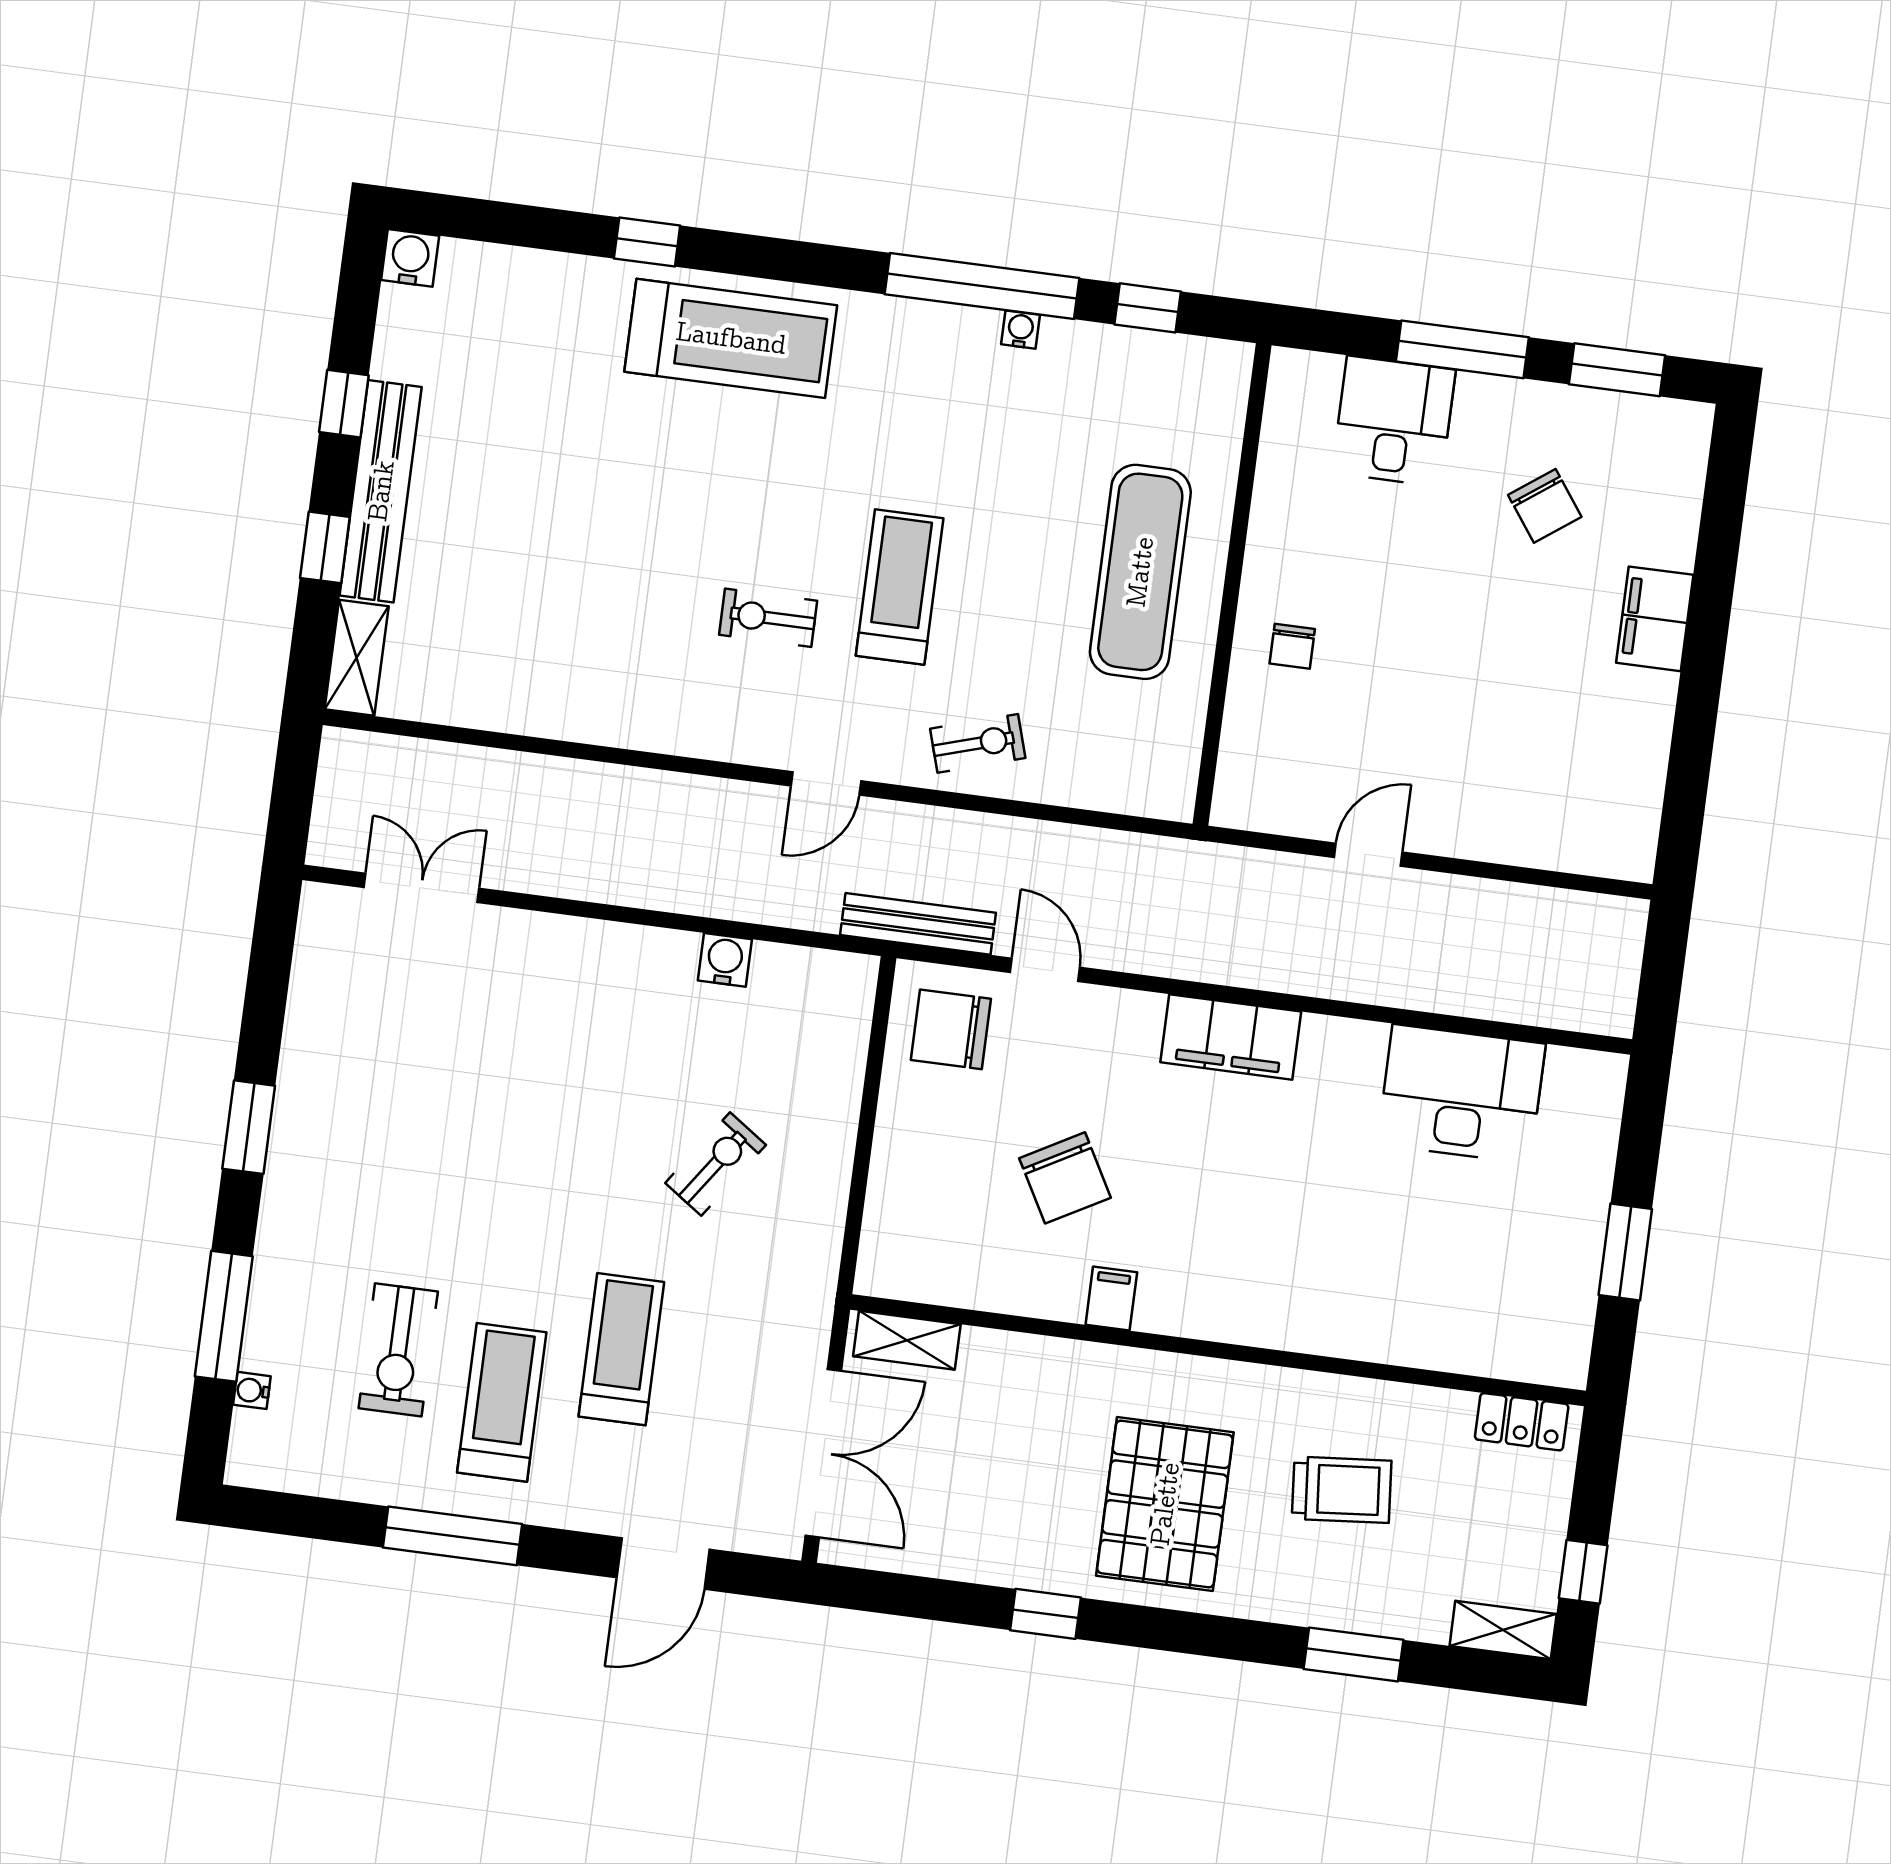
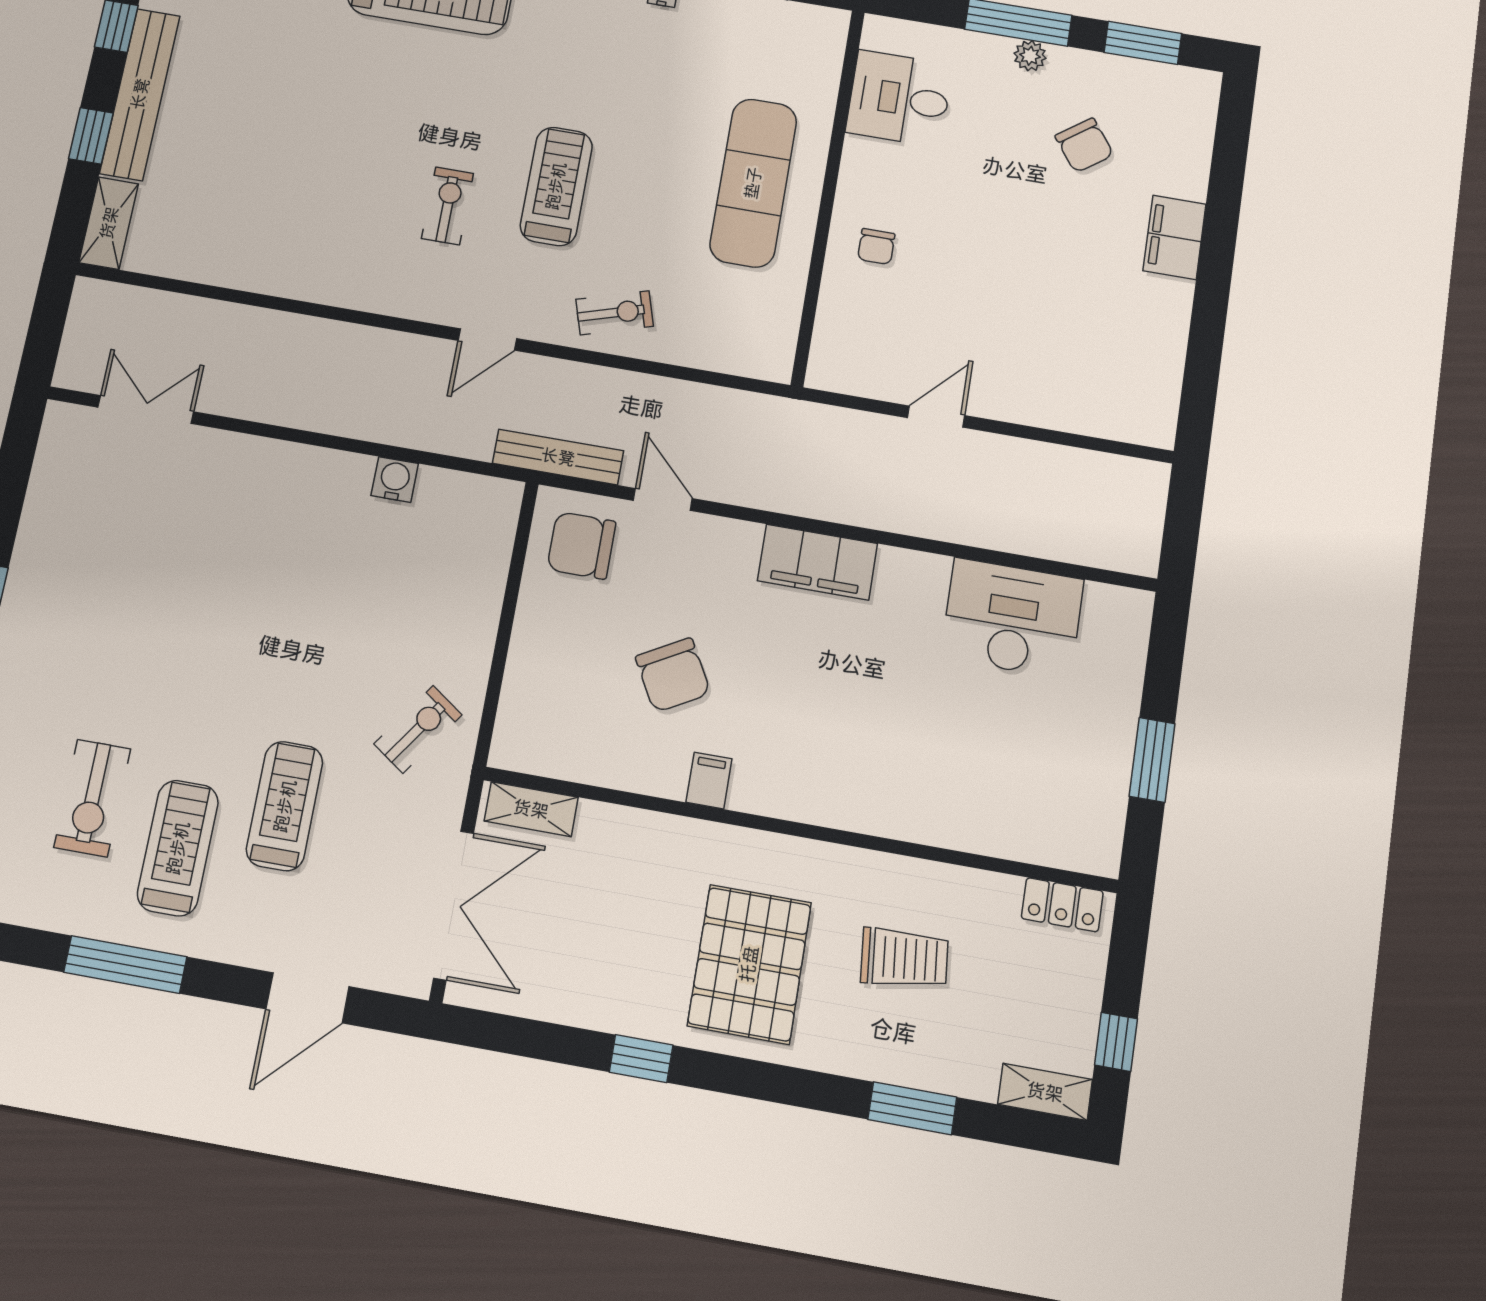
plant: (1477, 393) -> (1030, 56), added
desk: (1394, 421) -> (899, 98), moved, turned -90
exercise bike: (768, 618) -> (448, 206), turned 90
exercise bike: (716, 1164) -> (418, 729), moved

